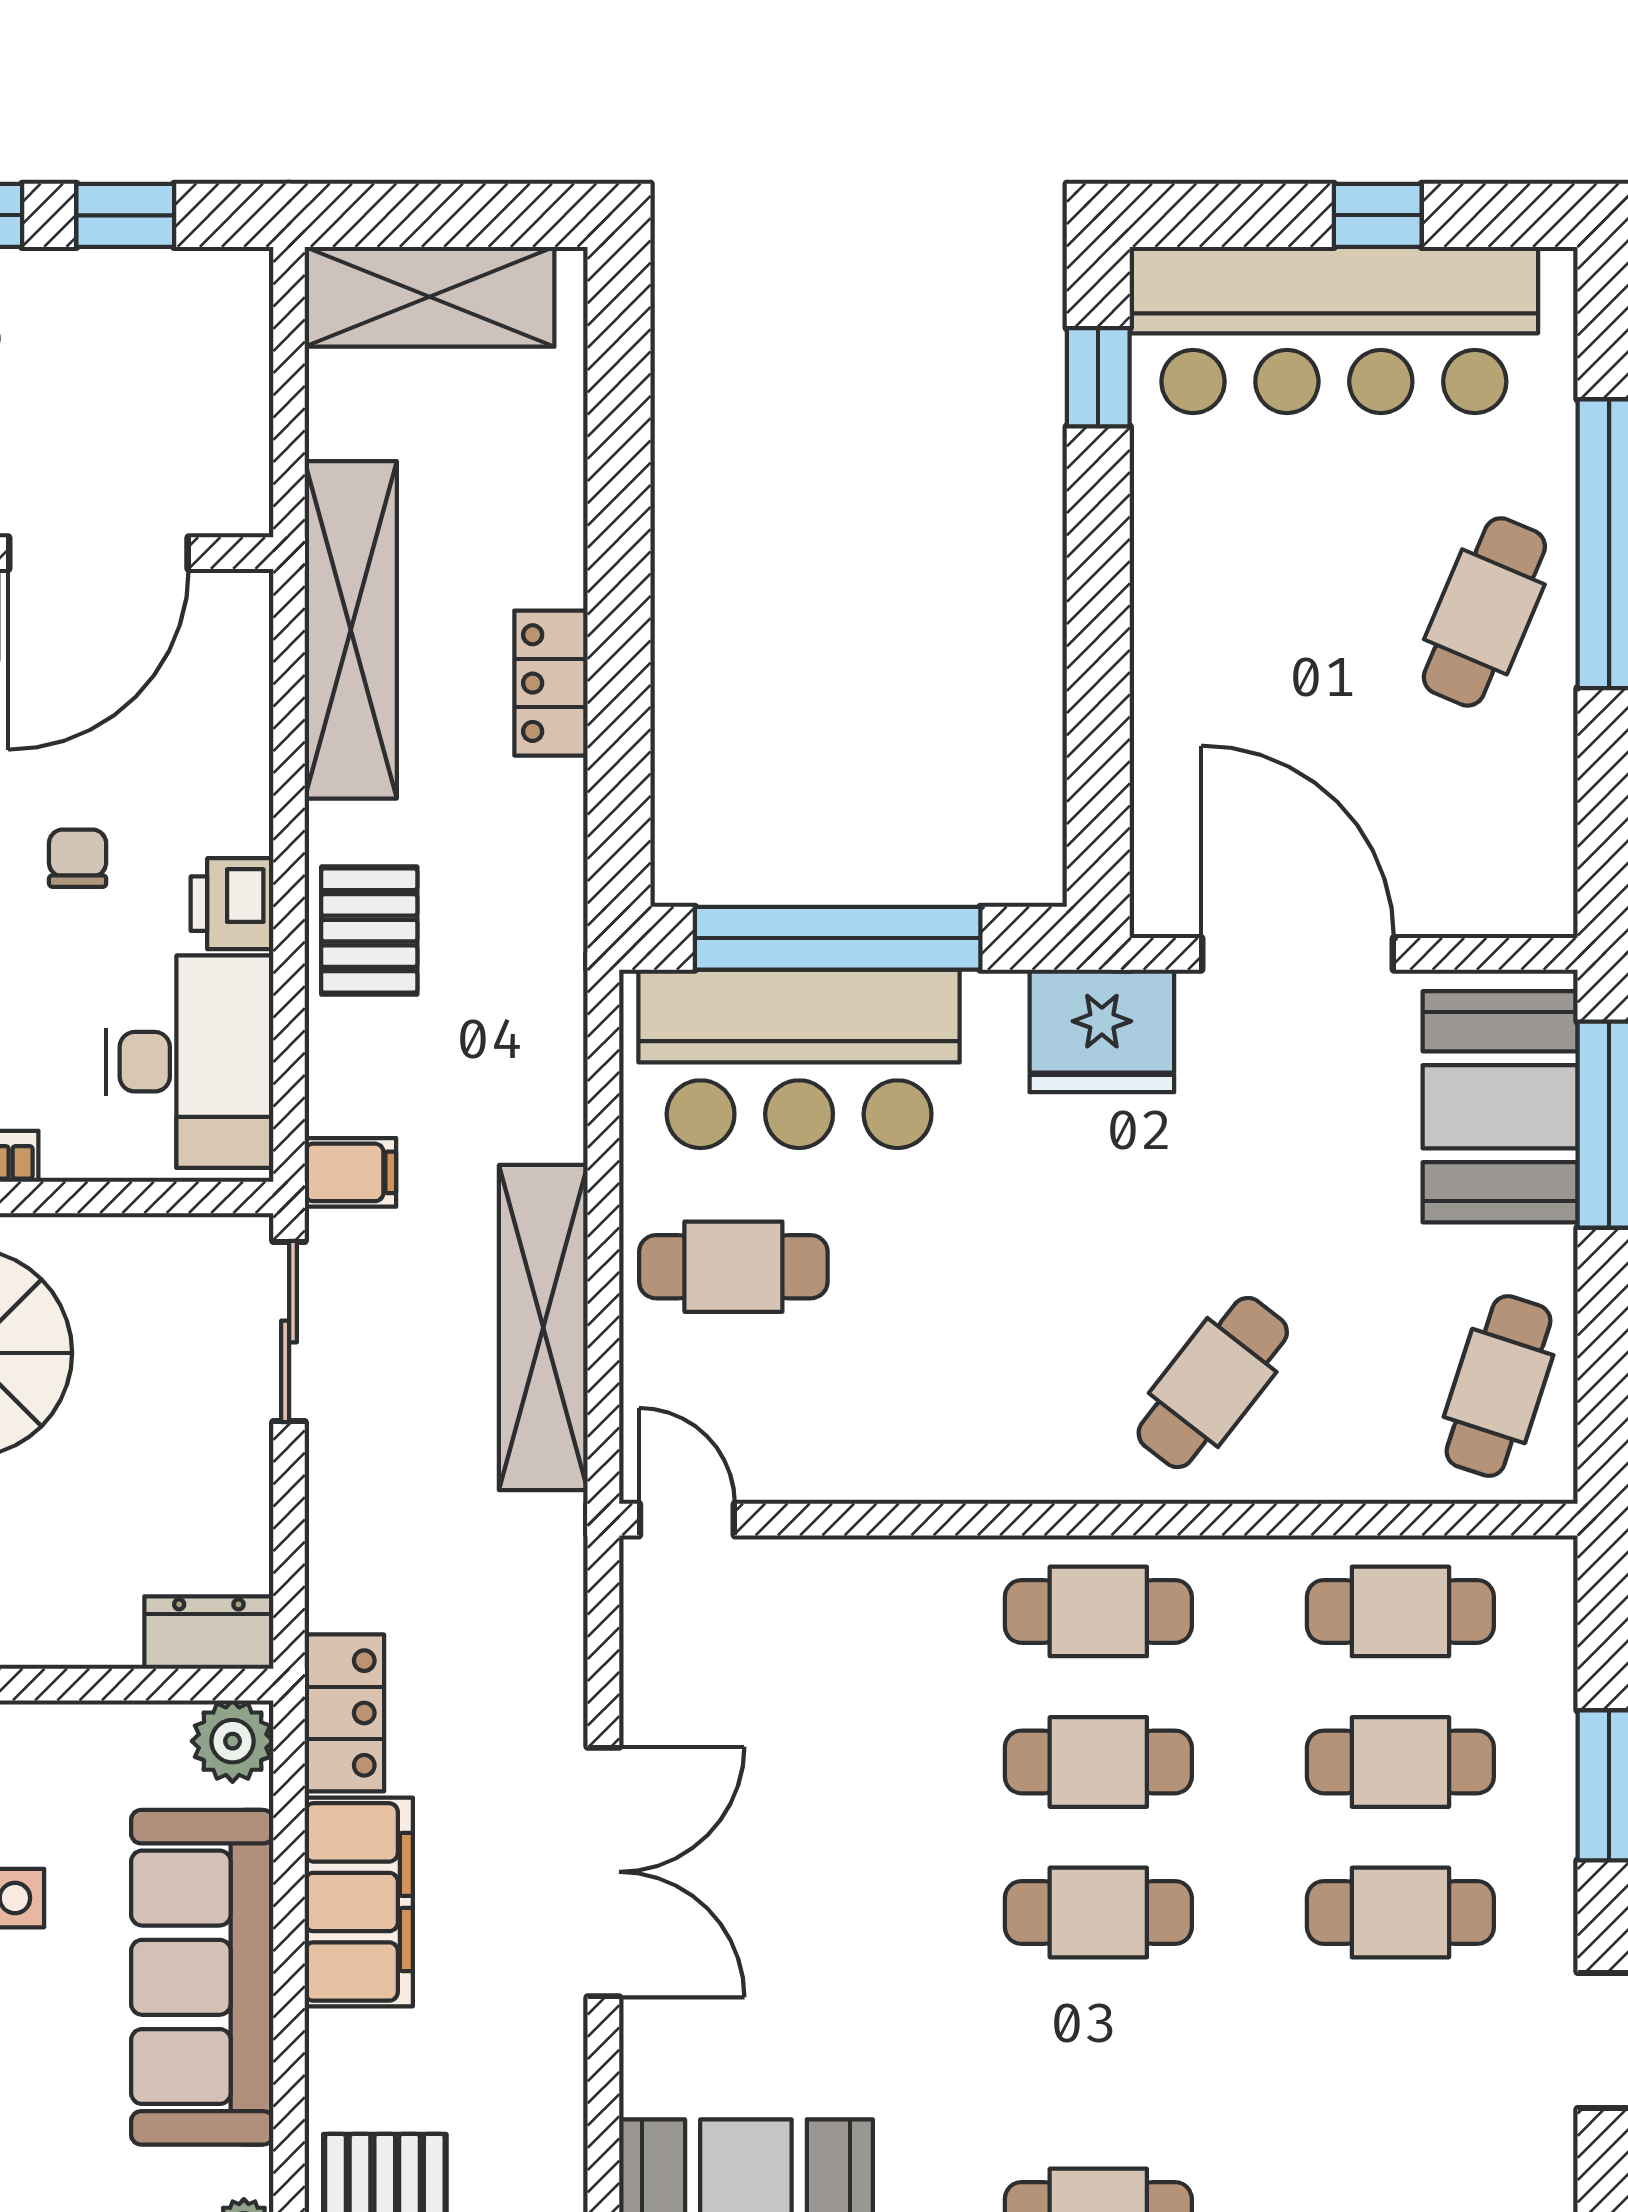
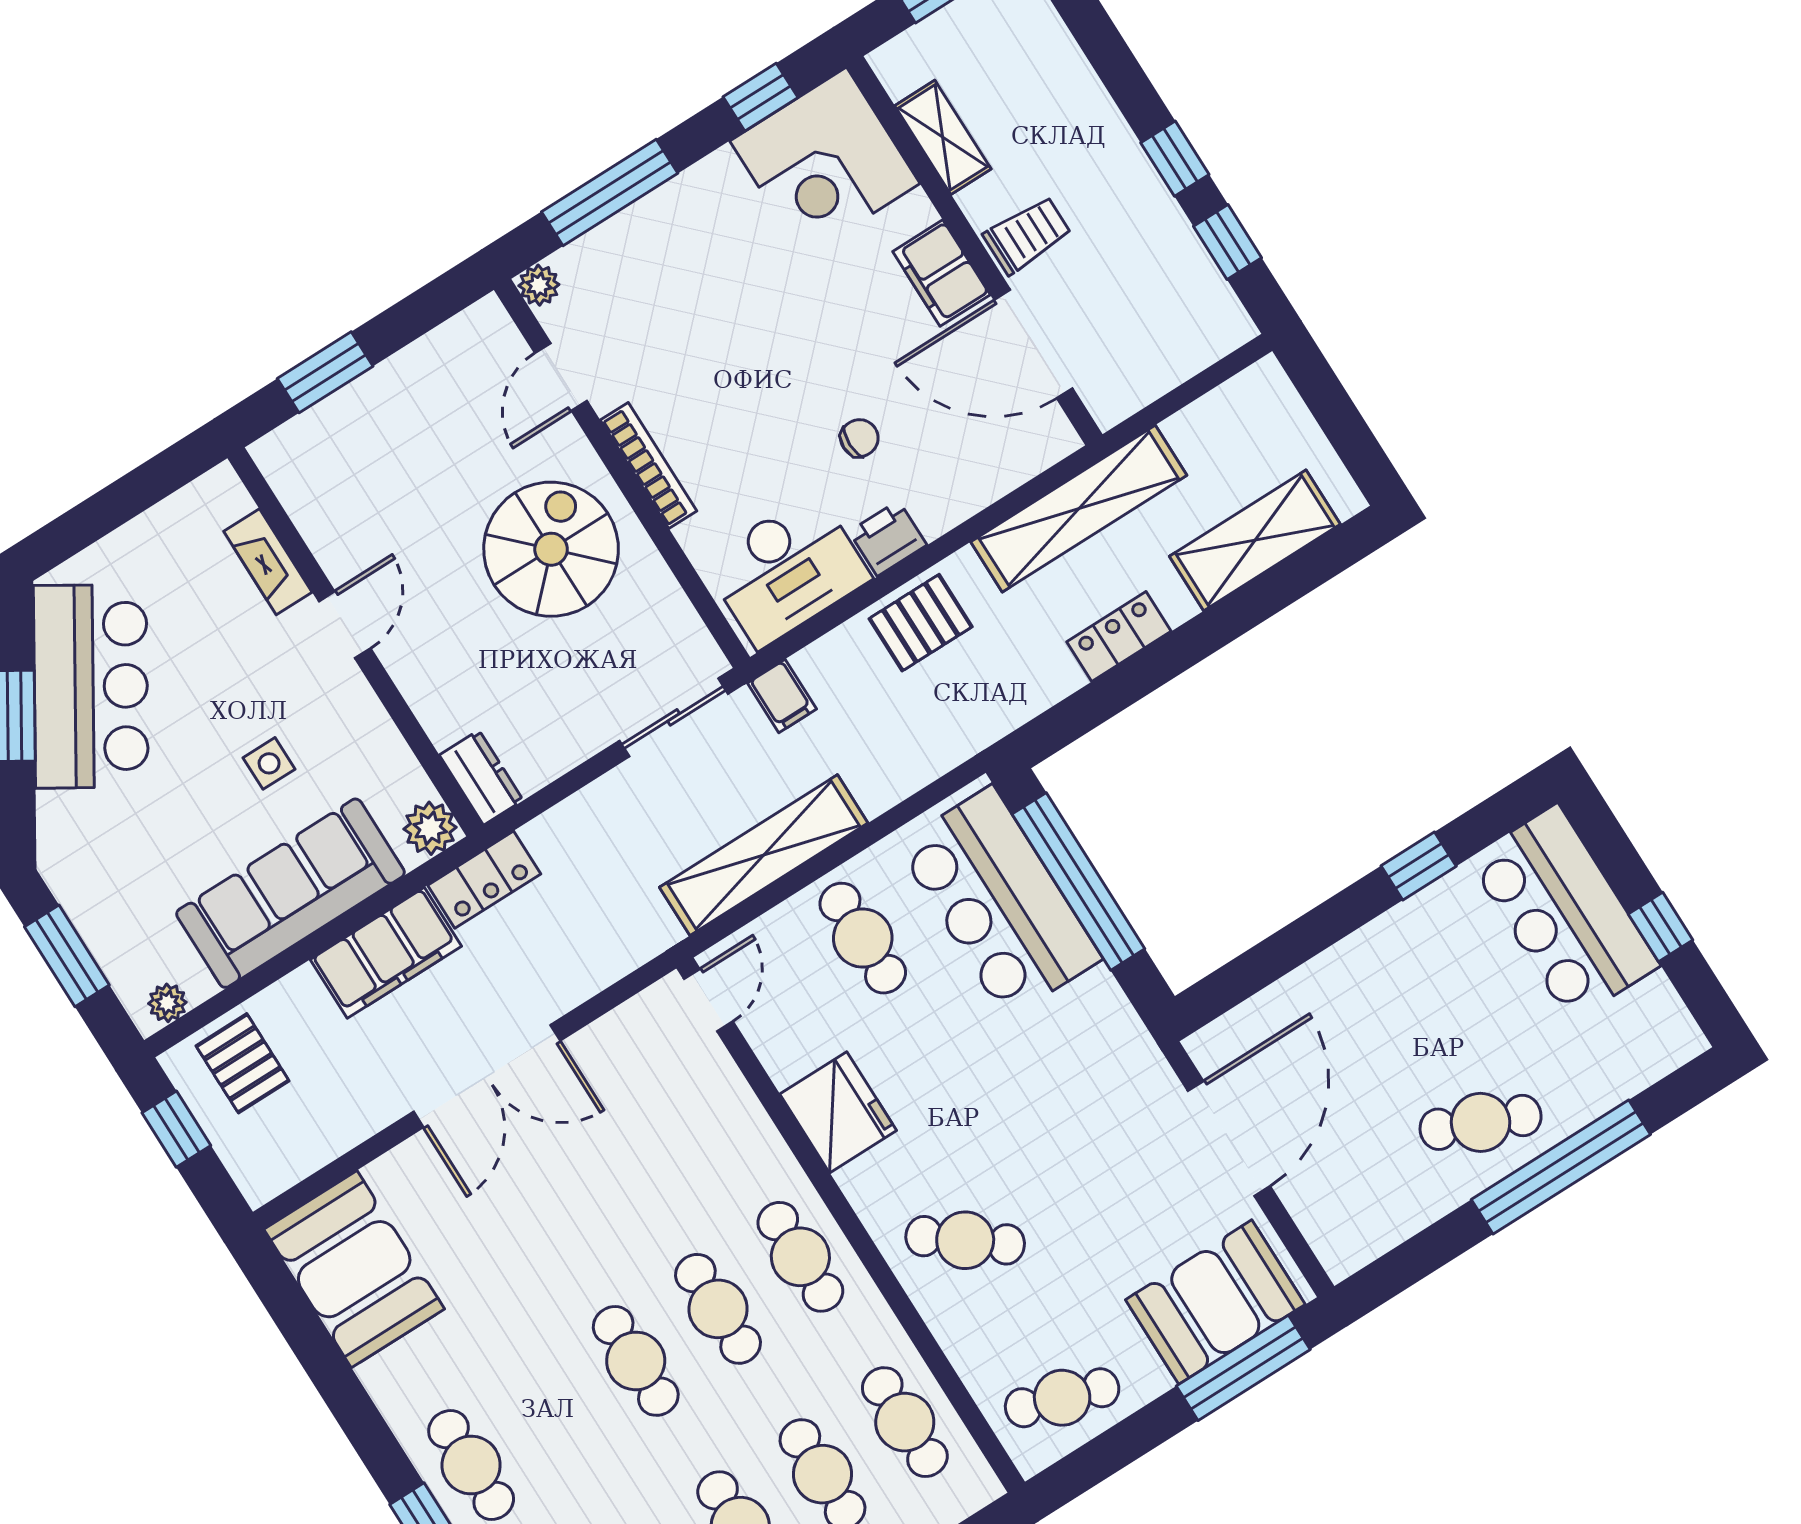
shelving: (430, 297) -> (1255, 540), moved, turned 90
bar counter: (1334, 330) -> (1564, 913), width x0.73
window: (1098, 377) -> (1419, 866), moved
fridge: (1102, 1031) -> (838, 1112), moved, turned 180

